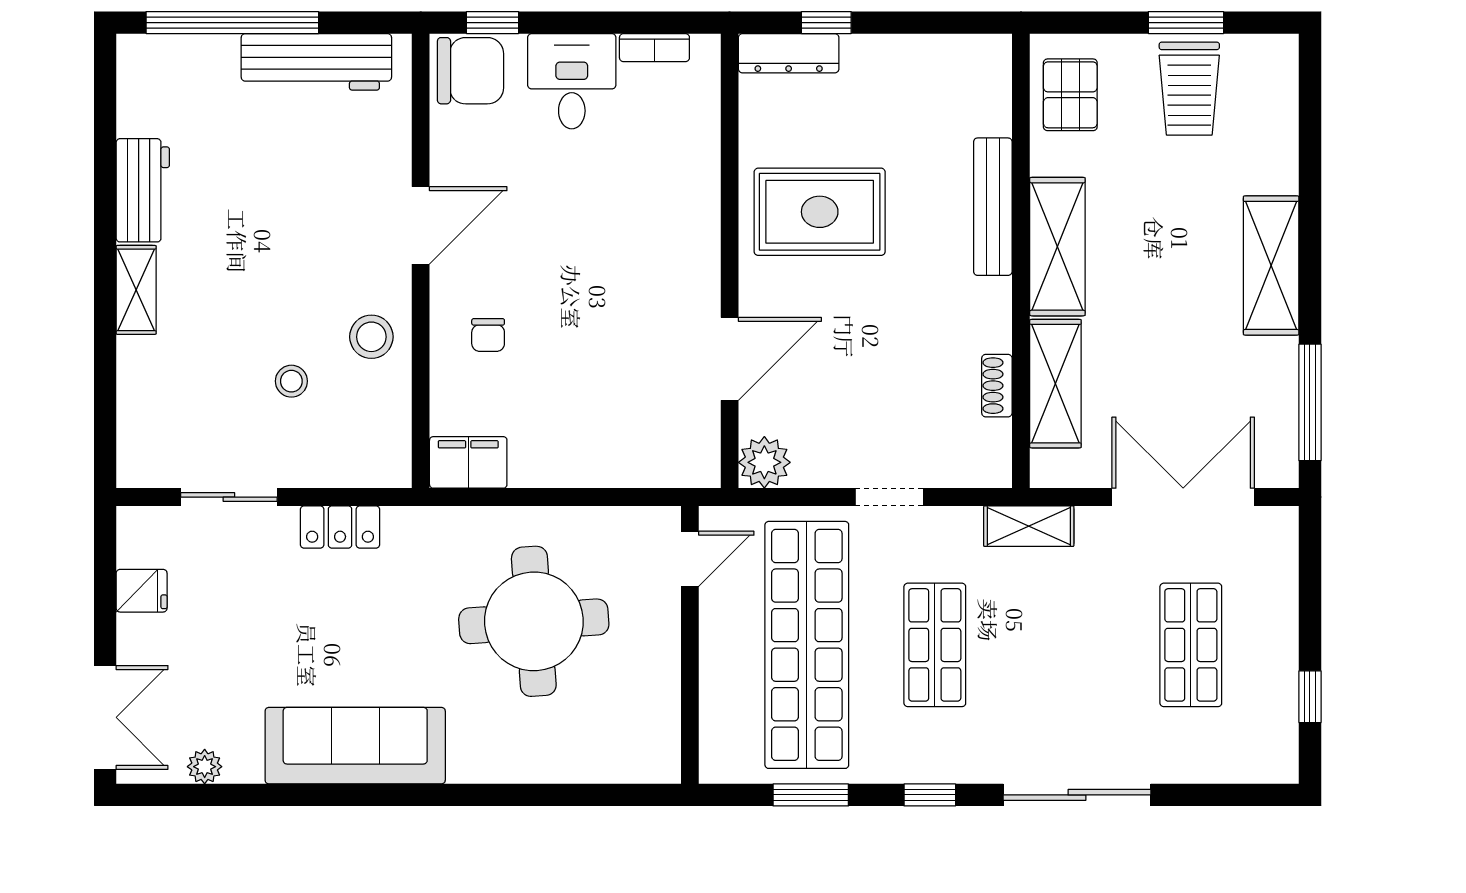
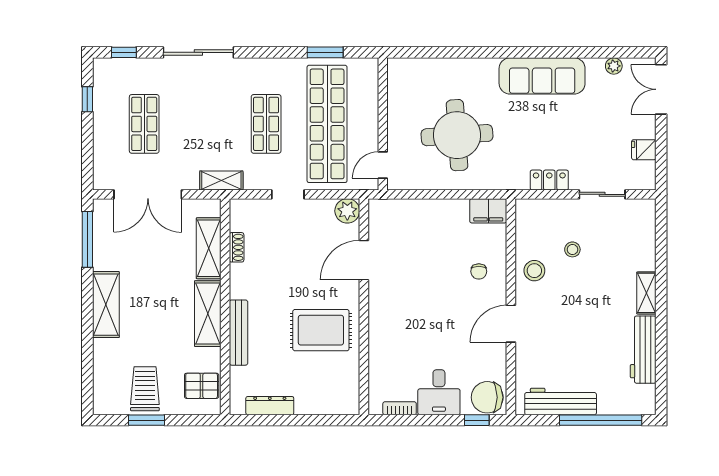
window: (826, 23) -> (318, 420), removed
dresser: (789, 53) -> (270, 406), moved
pallet: (1070, 95) -> (202, 386), turned 90
workbench: (143, 190) -> (643, 350), width x1.38
chair: (488, 335) -> (479, 271), turned 180
window: (930, 795) -> (124, 52), moved

